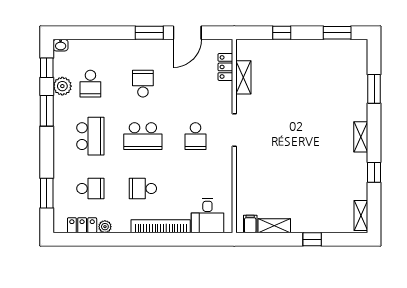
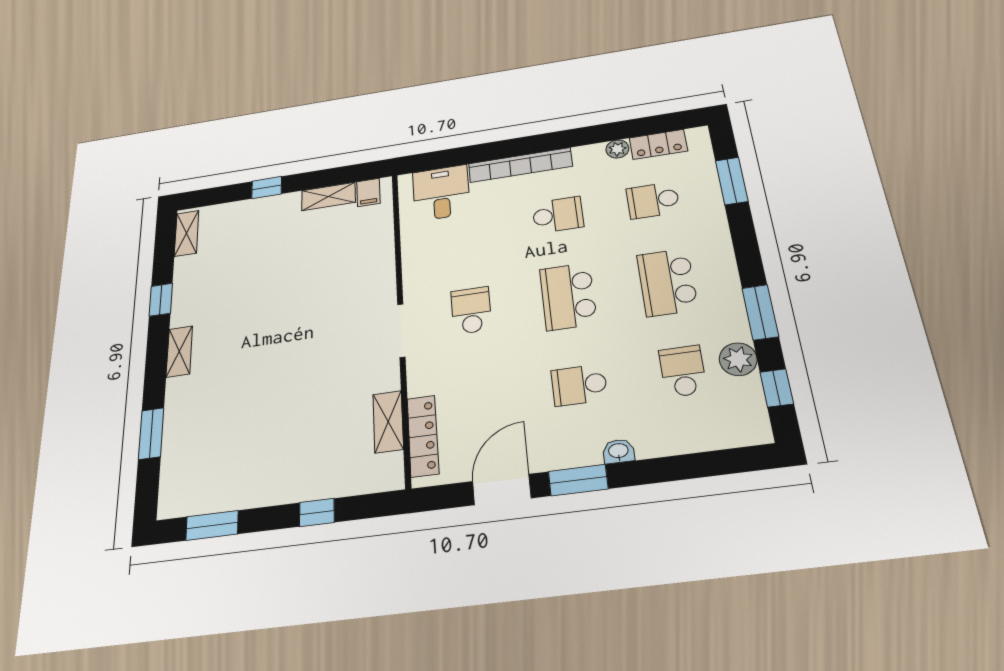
washbasin: (61, 45) -> (618, 451), moved
locker: (225, 67) -> (423, 436), width x1.53
school desk: (143, 84) -> (579, 385), turned 90
school desk: (143, 136) -> (568, 296), turned -90

